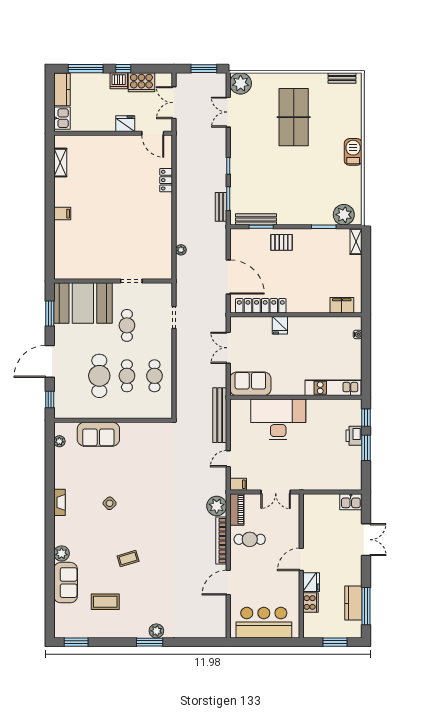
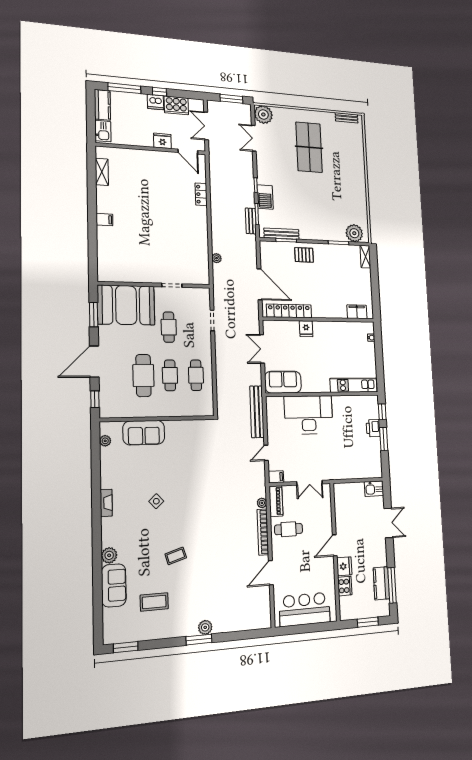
barbecue: (353, 152) -> (265, 197), moved, turned 180
plant: (217, 506) -> (262, 503), width x0.53, depth x0.53

